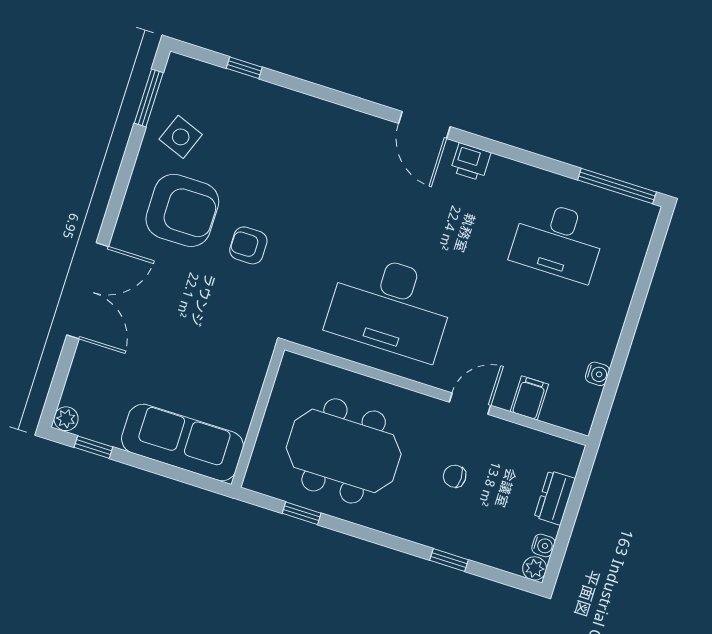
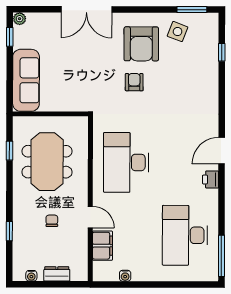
desk: (558, 241) -> (185, 235), width x1.36, depth x1.30
filing cabinet: (529, 398) -> (102, 246), width x2.00
plant: (535, 568) -> (19, 275), removed

